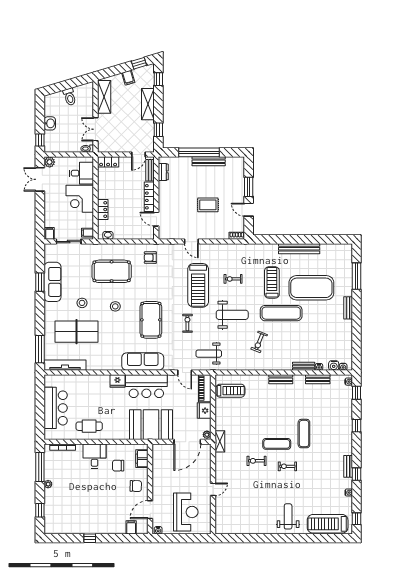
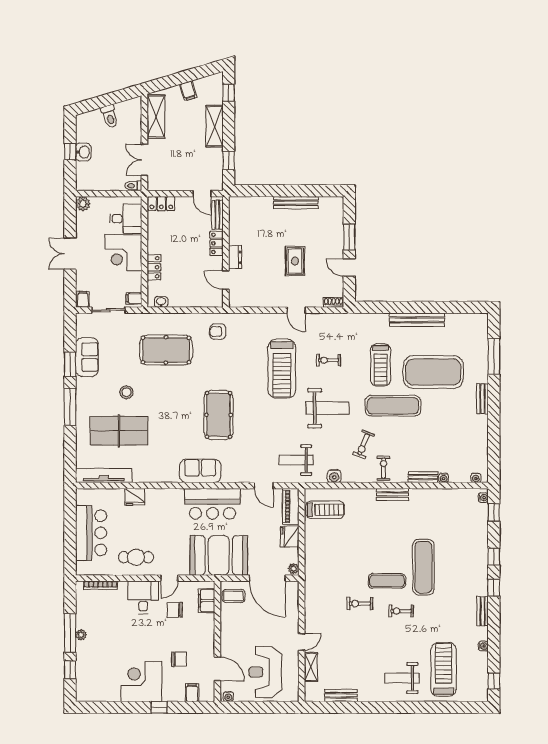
window: (139, 63) -> (203, 71), removed
window: (40, 140) -> (70, 152), moved
window: (199, 152) -> (283, 191), removed
door: (139, 155) -> (202, 194), hinge flipped
dresser: (163, 172) -> (235, 257), moved
double door: (40, 179) -> (70, 254), moved
locker: (149, 197) -> (216, 243), width x0.66
rug: (208, 205) -> (295, 261), turned 90
door: (191, 242) -> (296, 310), moved
sofa: (53, 282) -> (87, 357), width x0.73
treadmill: (272, 282) -> (381, 365), turned 180
stool: (115, 306) -> (171, 397), removed
exercise bike: (187, 323) -> (383, 468), moved
window: (40, 349) -> (70, 407), moved
sofa: (143, 362) -> (200, 471), width x0.73
water cooler: (334, 366) -> (334, 476), moved
bench: (318, 379) -> (341, 695), moved
fridge: (117, 381) -> (135, 497), moved
exercise mat: (304, 434) -> (423, 567), width x1.36, depth x1.45
shelving: (220, 441) -> (311, 667), moved
door: (114, 442) -> (169, 578), added
door: (187, 442) -> (267, 578), hinge flipped
coffee table: (162, 455) -> (233, 596), added
window: (40, 467) -> (70, 633), moved
window: (357, 474) -> (494, 588), moved
chair: (136, 486) -> (179, 659), moved
door: (150, 510) -> (217, 669), swing flipped
reception desk: (186, 512) -> (265, 672), turned 180
weight bench: (288, 516) -> (402, 678), turned -90
corner desk: (93, 519) -> (141, 681), added
treadmill: (328, 524) -> (443, 669), moved, turned 90
window: (90, 538) -> (159, 707), moved

